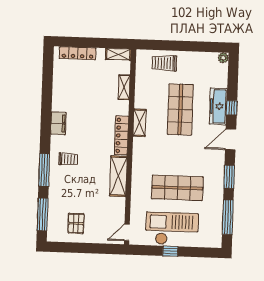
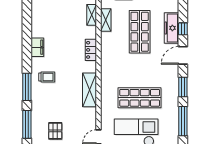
shelving: (140, 123) -> (106, 20), moved
locker: (121, 136) -> (91, 50), width x0.66

